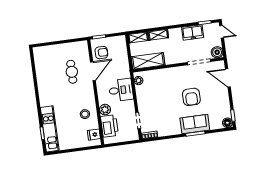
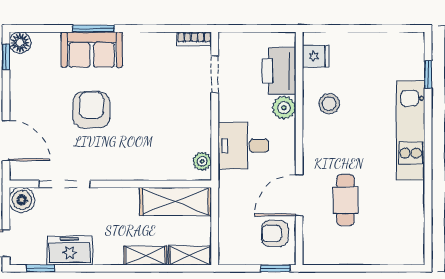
kitchen unit: (50, 129) -> (411, 130), moved

